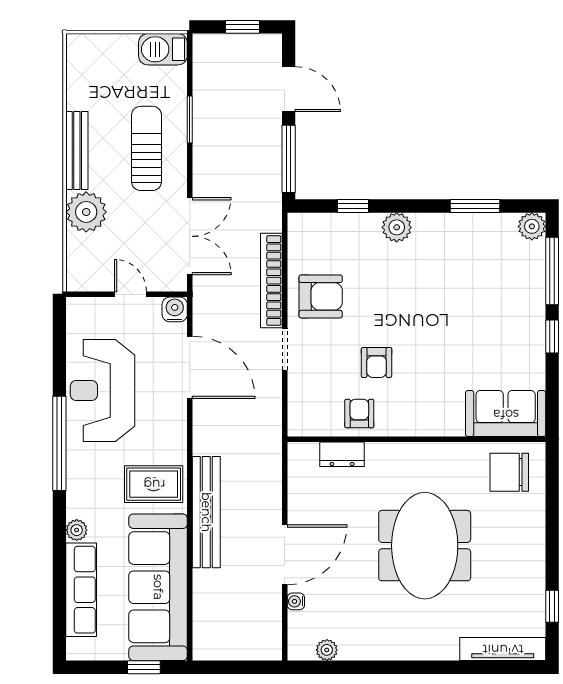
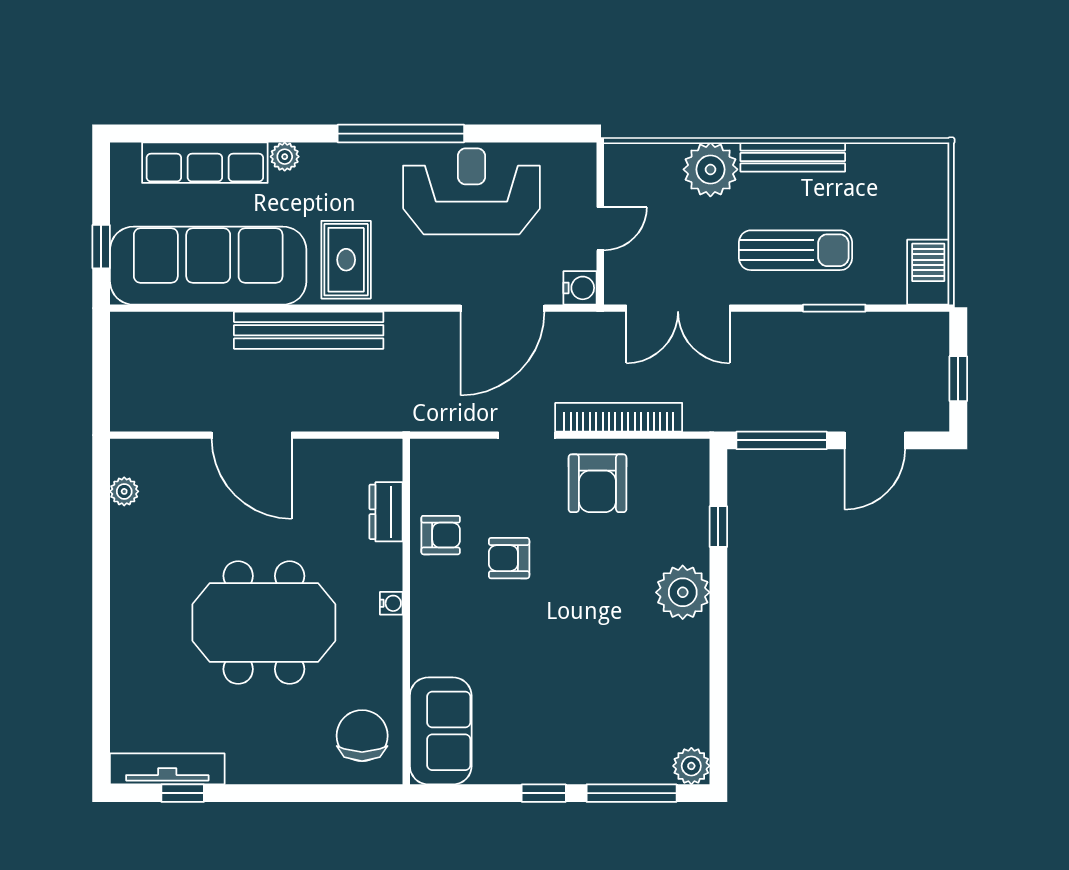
window: (475, 206) -> (718, 690), removed
plant: (397, 227) -> (683, 592), width x1.36, depth x1.36
water cooler: (296, 601) -> (391, 603), moved, turned 90
tv unit: (503, 649) -> (167, 769), moved, turned -90

